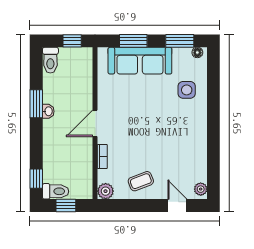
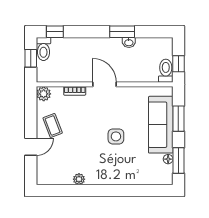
floor lamp: (197, 52) -> (168, 159), moved
toilet: (50, 60) -> (166, 71), moved, turned 90
side table: (187, 90) -> (116, 136), moved
washbasin: (48, 111) -> (129, 42), moved
plant: (201, 189) -> (79, 179), moved
door: (177, 205) -> (31, 147), moved

